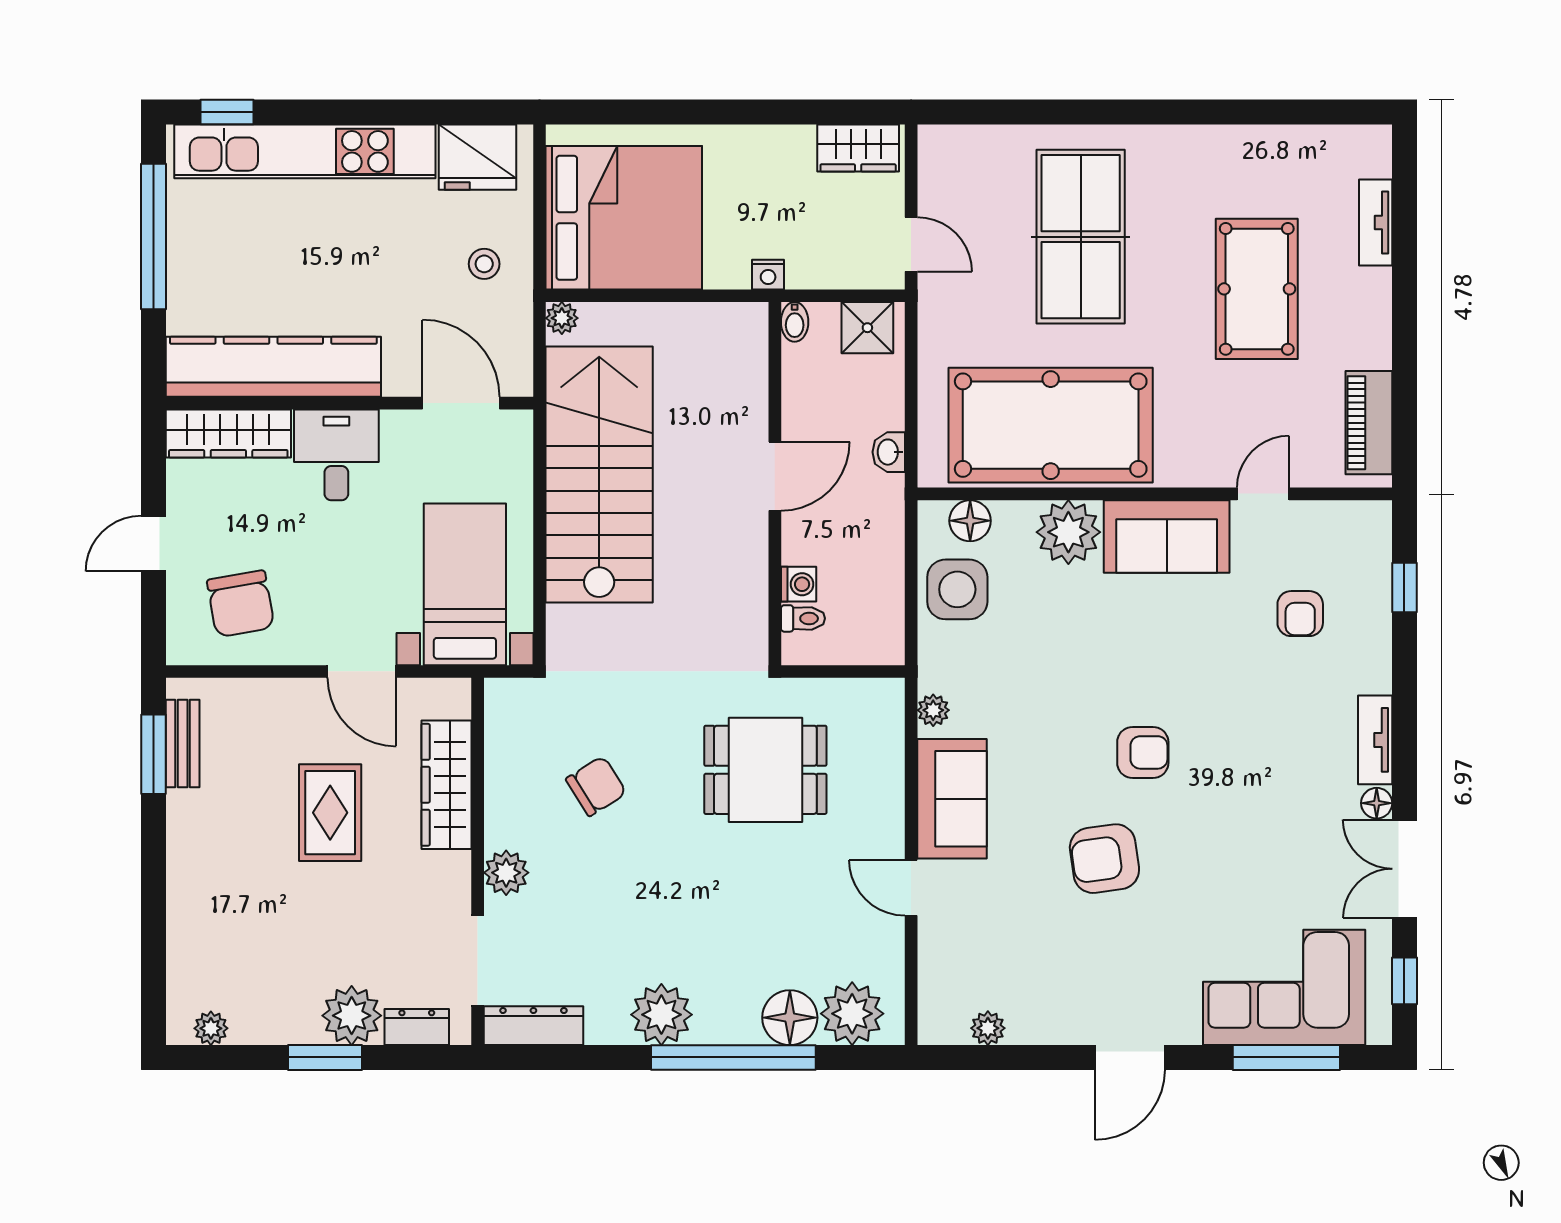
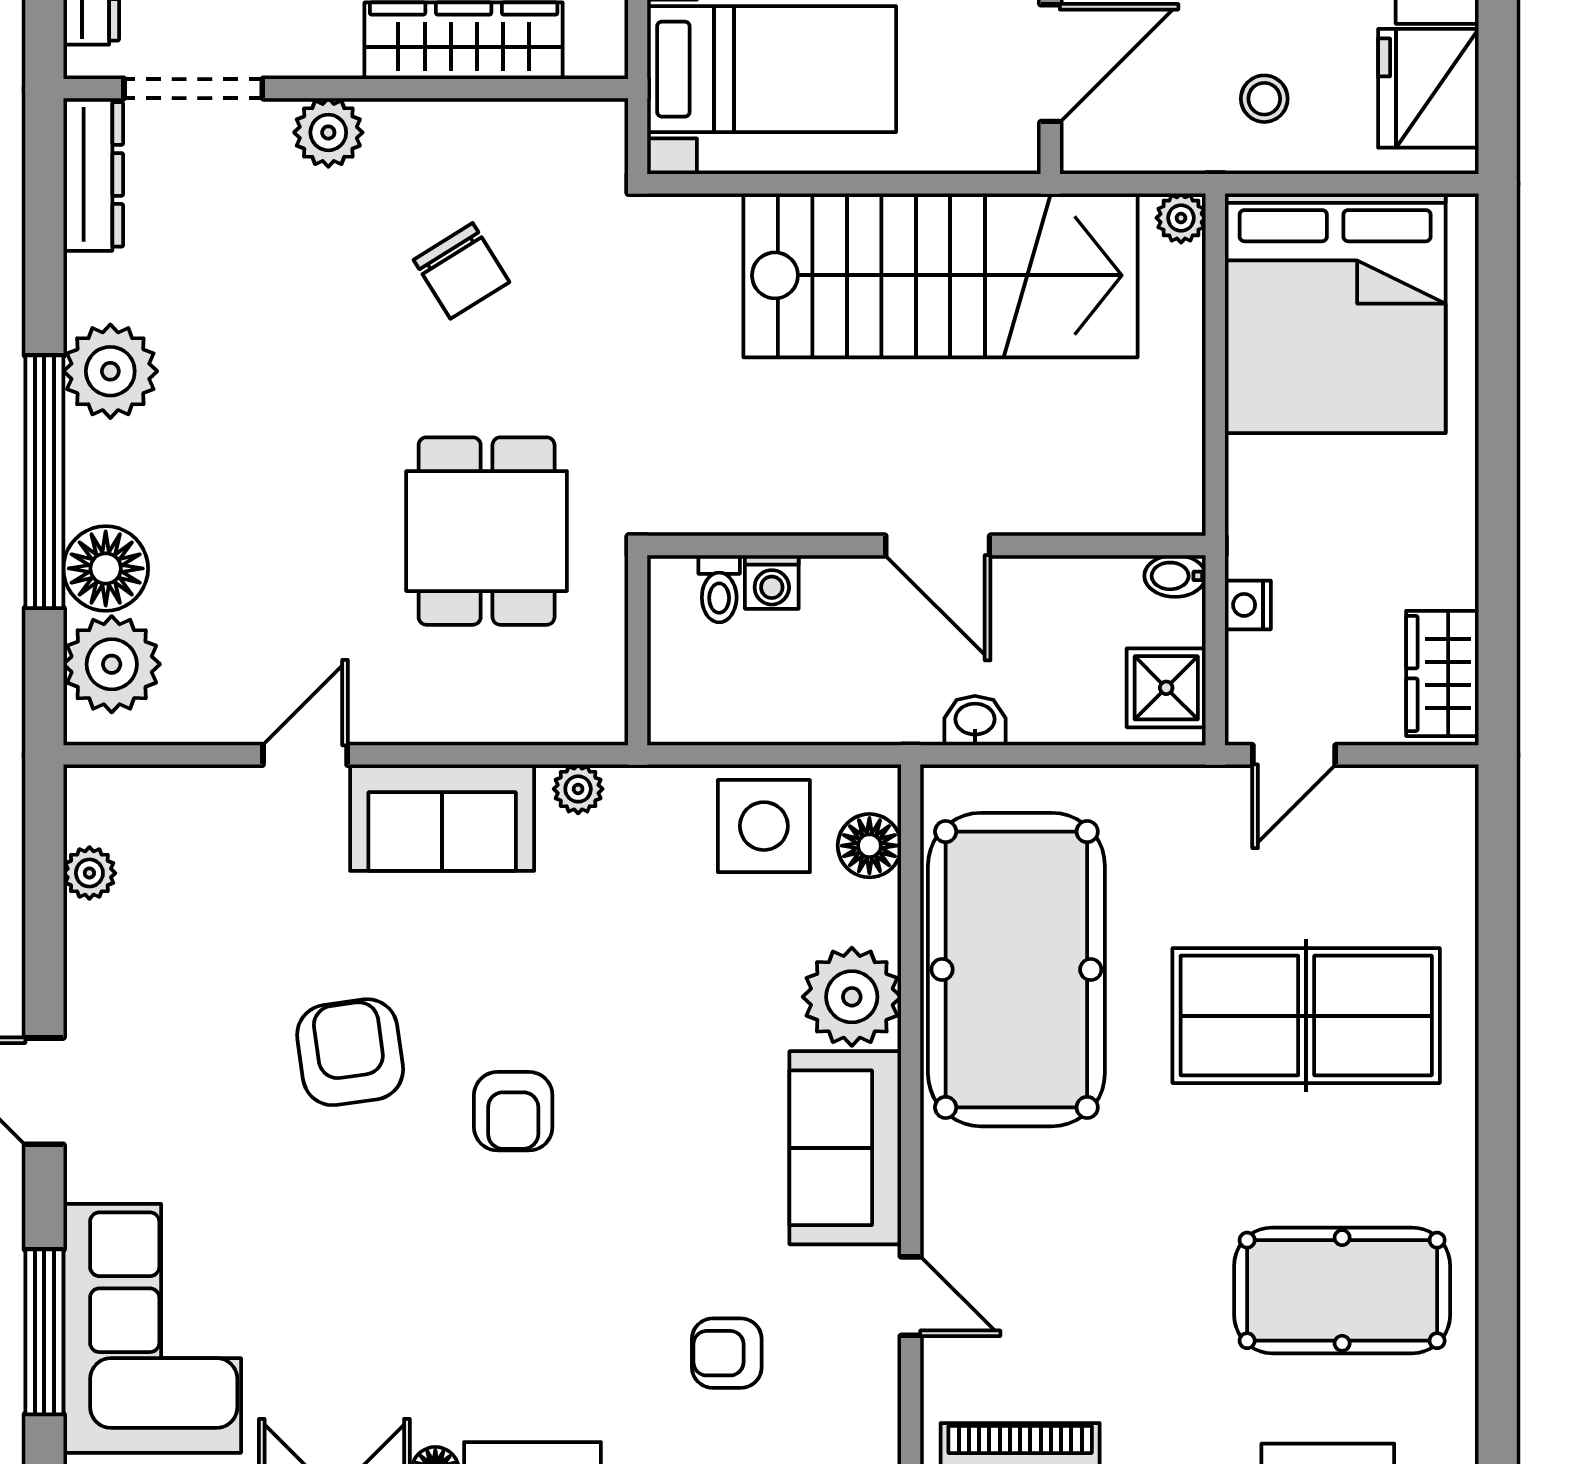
nightstand: (768, 275) -> (1248, 605), moved
pool table: (1257, 289) -> (1342, 1290), moved

